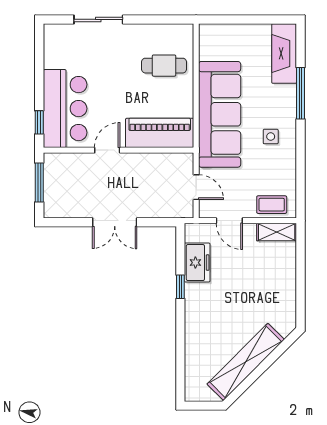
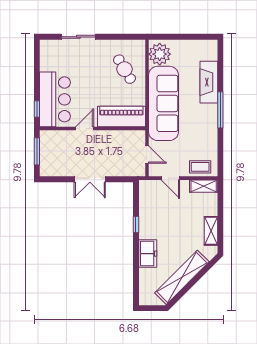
plant: (214, 44) -> (160, 54), added
fireplace: (284, 53) -> (209, 82), moved
cafe table: (164, 66) -> (124, 69), turned 59
window: (301, 93) -> (220, 110), moved
side table: (271, 137) -> (199, 119), removed
freezer: (197, 263) -> (148, 254), moved
shelving: (287, 296) -> (211, 231), added

